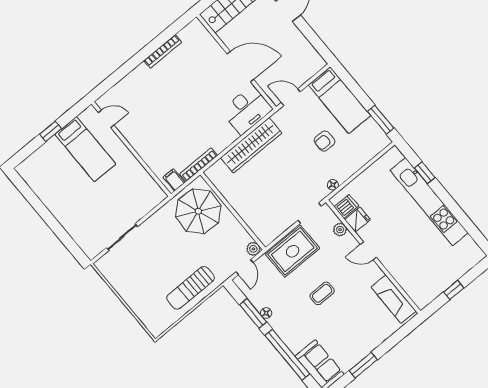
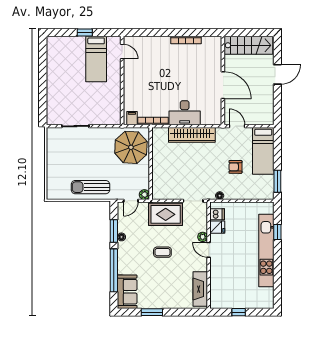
desk: (247, 110) -> (185, 113), moved
plant: (340, 230) -> (203, 237), moved

